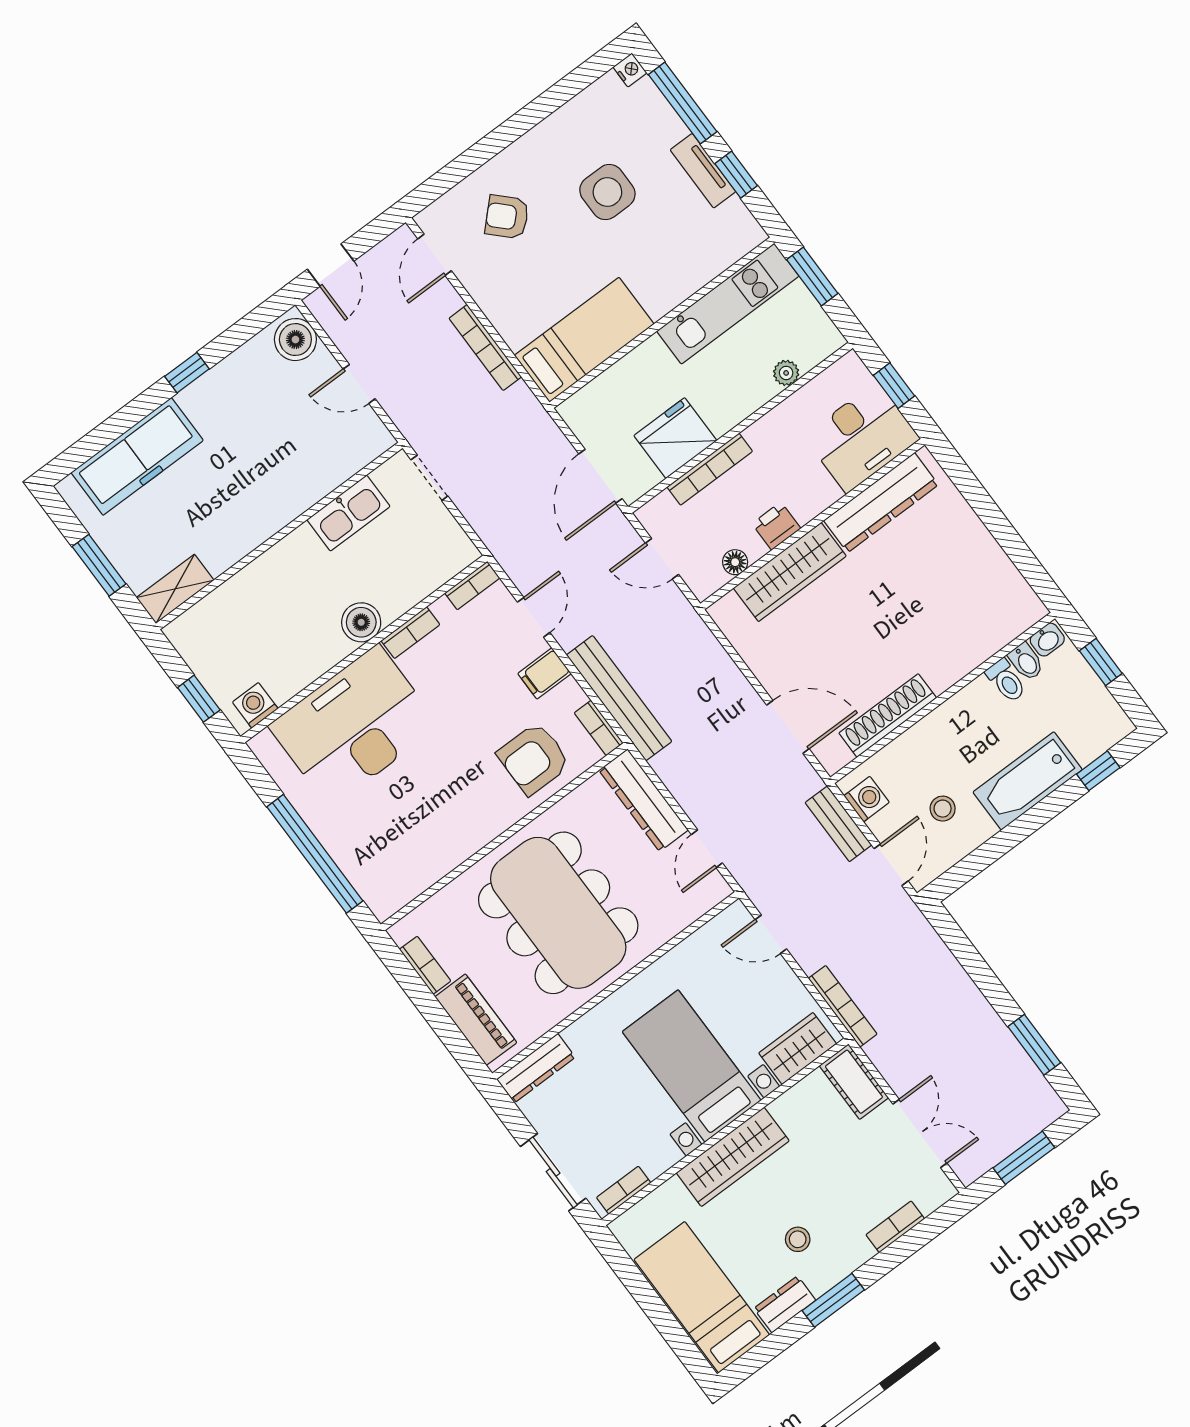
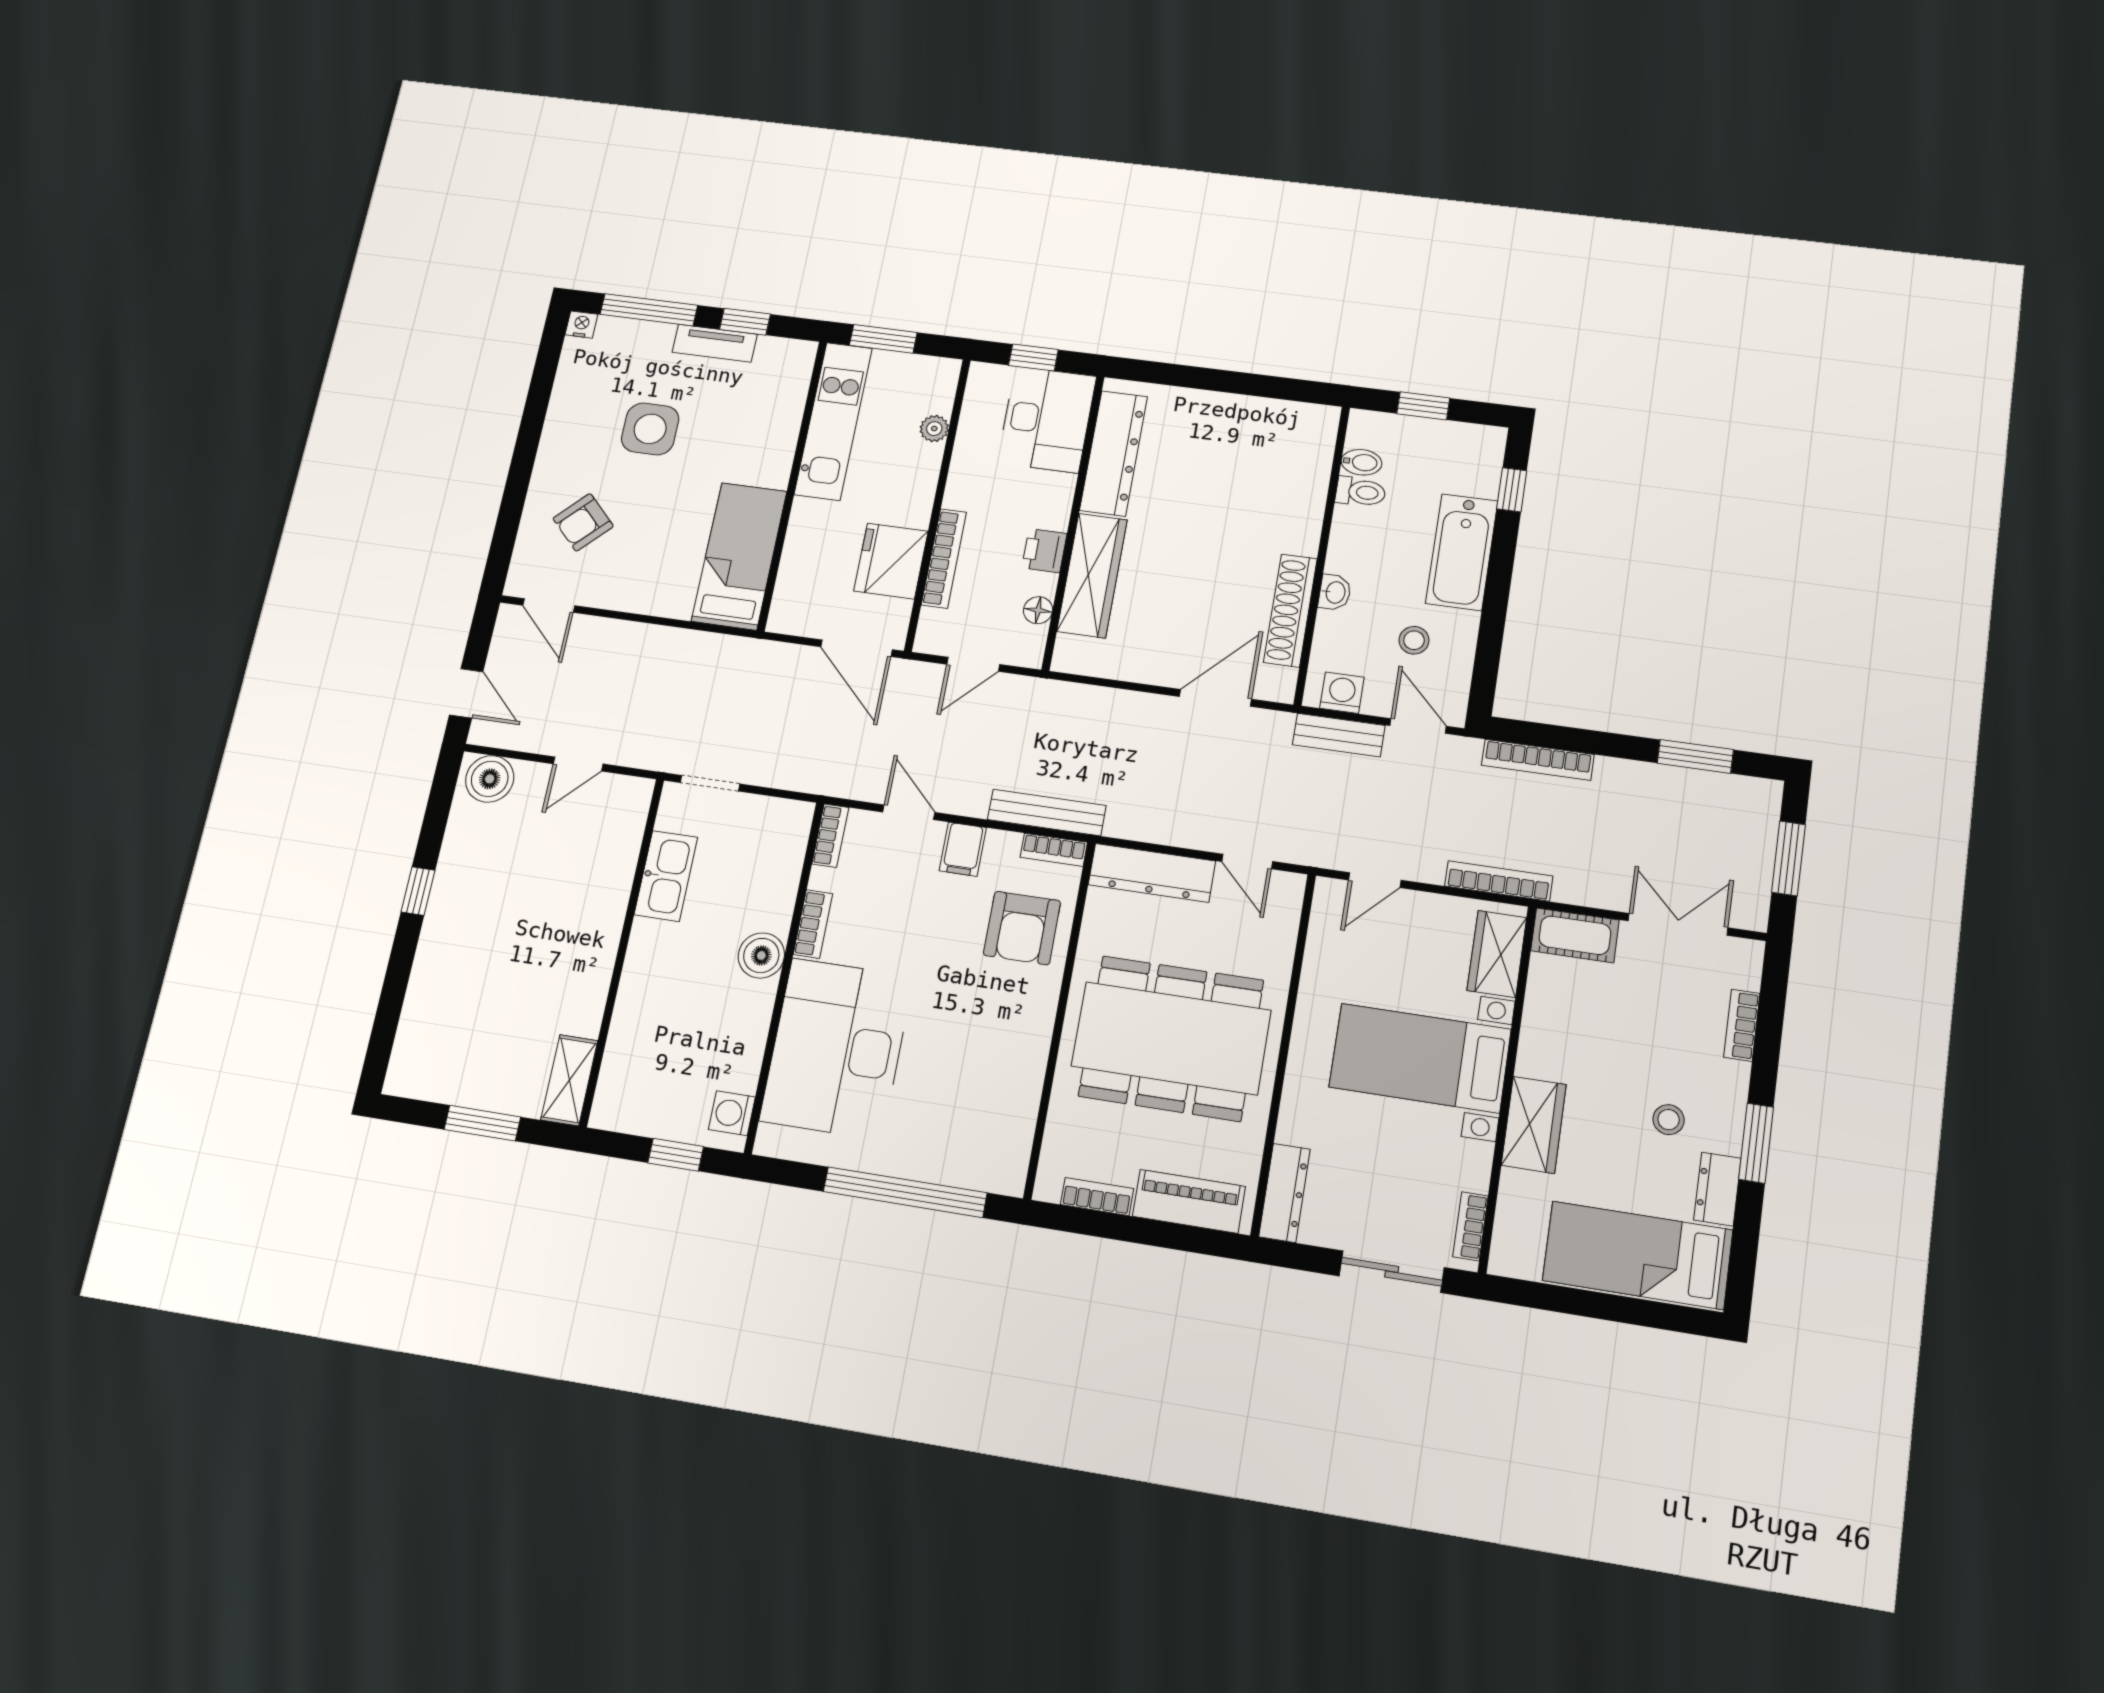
bookcase: (485, 348) -> (1538, 760), moved
freezer: (137, 456) -> (435, 1000), removed
washbasin: (1047, 640) -> (1335, 592), moved
bench: (619, 698) -> (1047, 813), width x0.73, depth x0.82
wardrobe: (733, 1157) -> (1534, 1125), width x0.67

